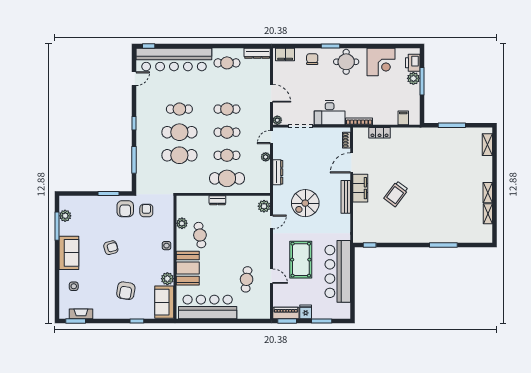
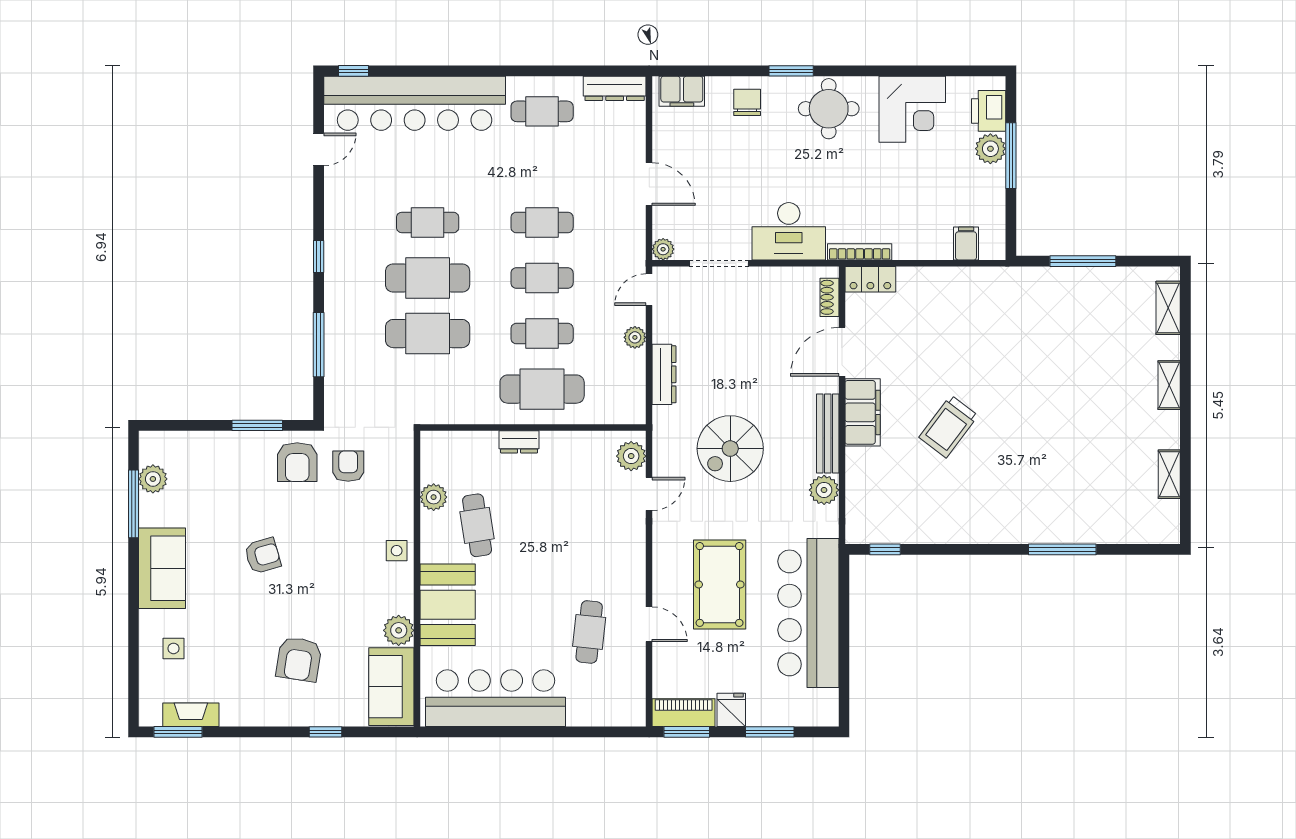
locker: (380, 133) -> (870, 279), moved
shelving: (488, 193) -> (1169, 385), moved
plant: (344, 220) -> (824, 490), added

